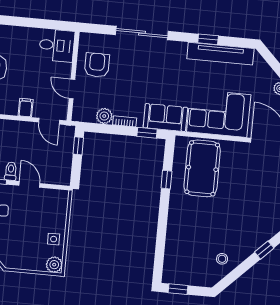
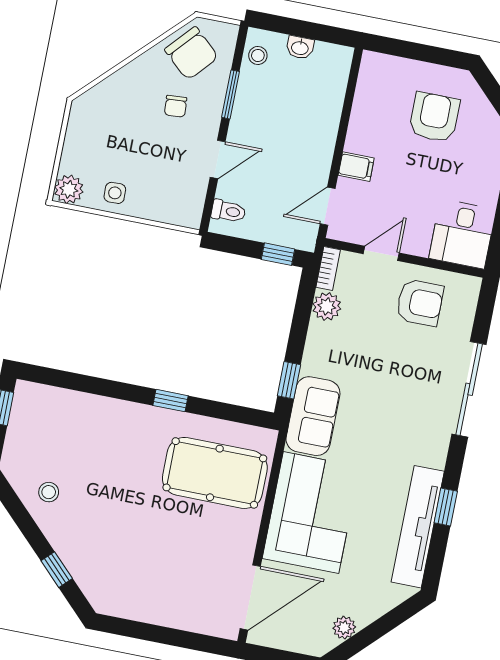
bookcase: (125, 121) -> (328, 268), moved
toilet: (11, 171) -> (228, 211), moved
window: (166, 180) -> (171, 401), moved

